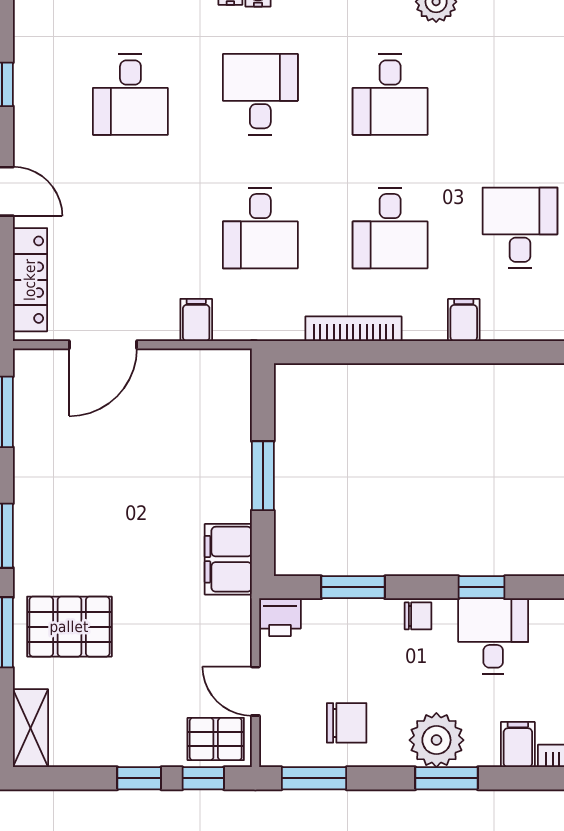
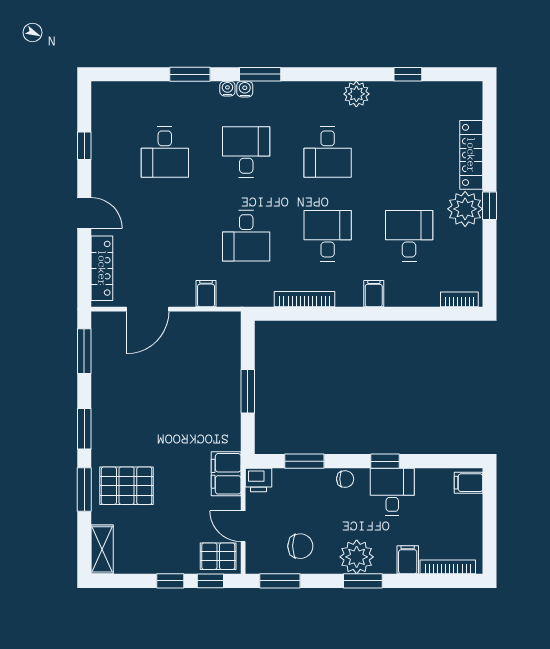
desk: (390, 228) -> (328, 236), turned 180
filing cabinet: (228, 559) -> (226, 474), moved

